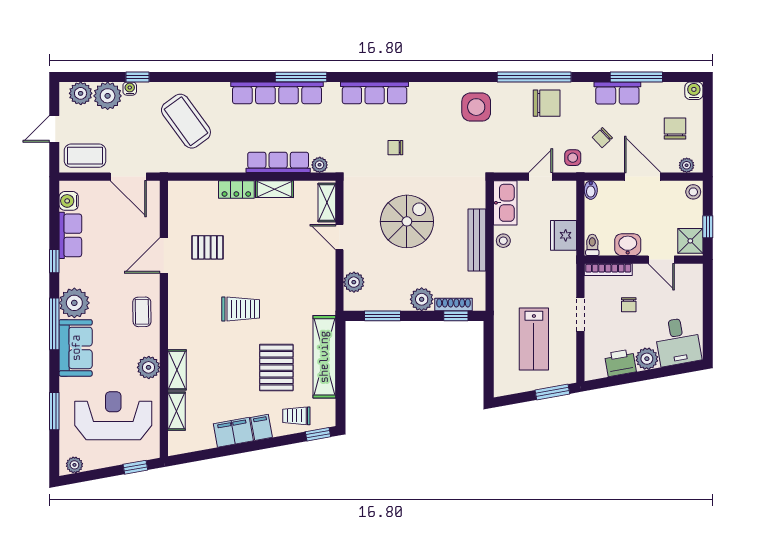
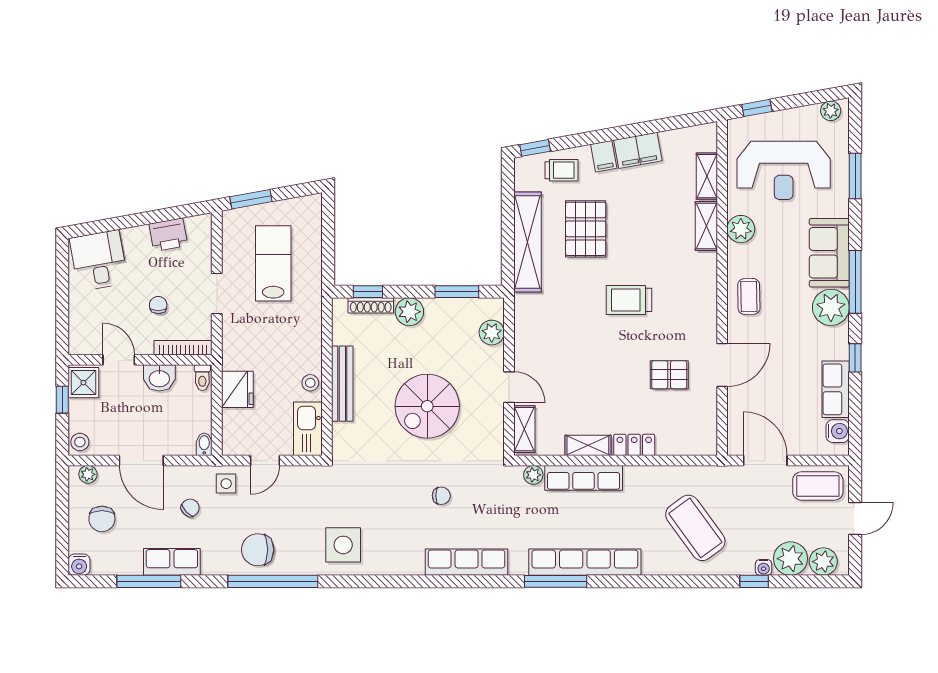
plant: (647, 359) -> (136, 240), removed

